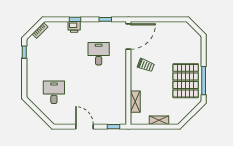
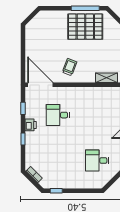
printer: (74, 27) -> (31, 125), moved

